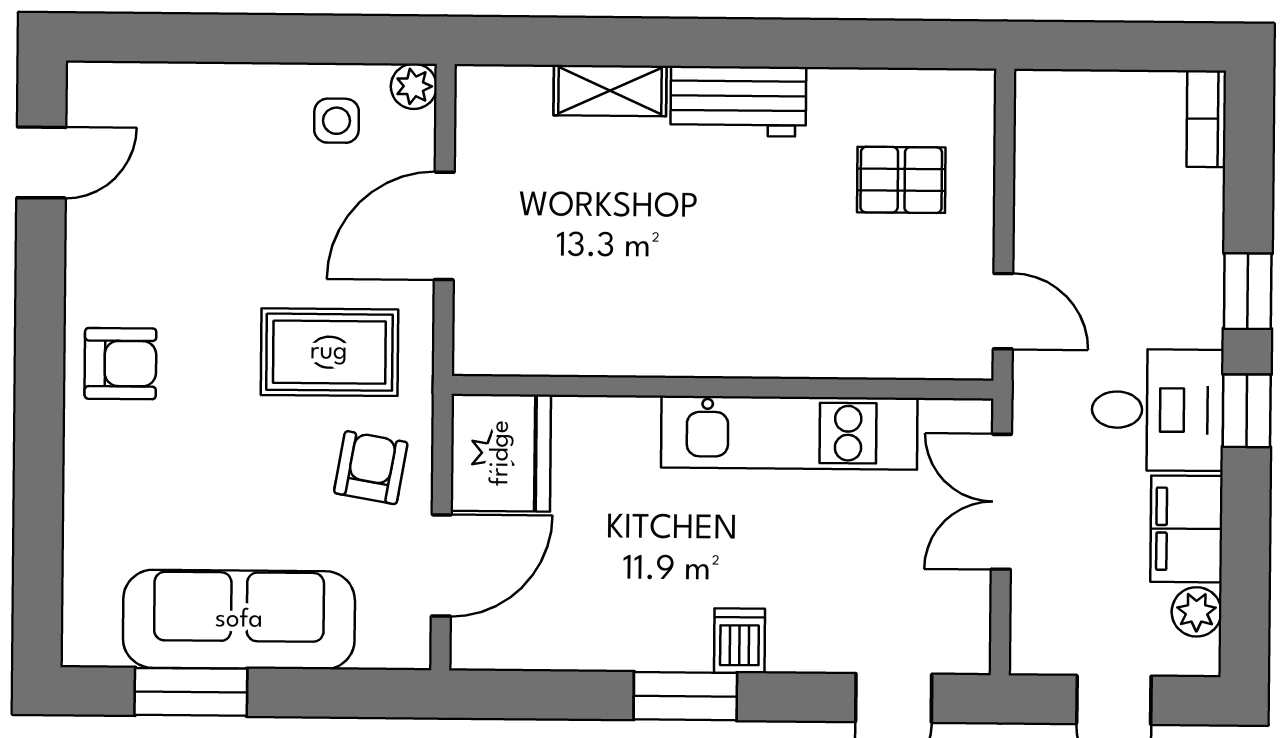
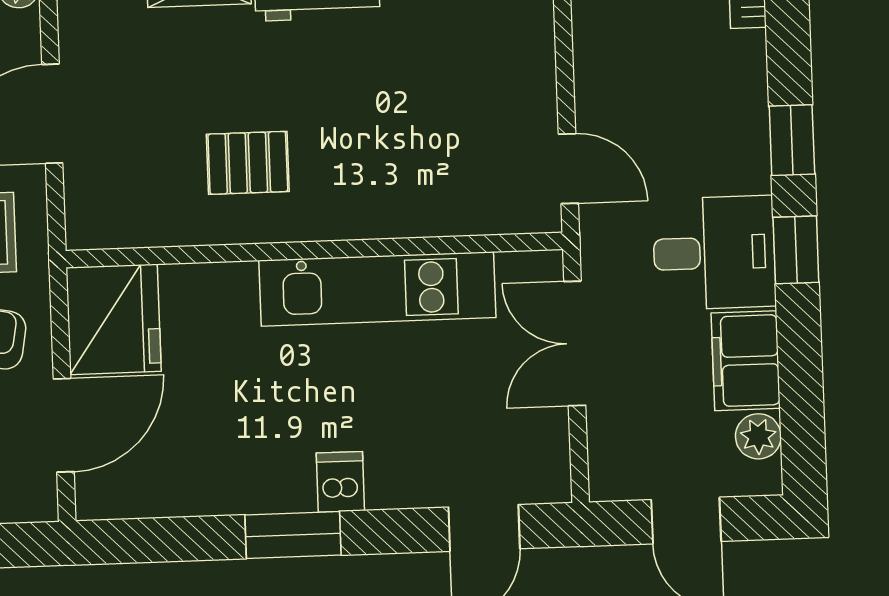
pallet: (901, 180) -> (248, 163), moved

